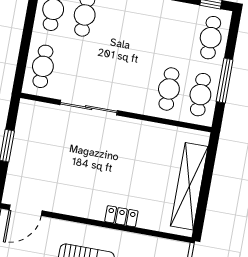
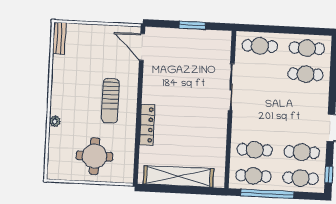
cafe table: (179, 32) -> (302, 152), added
window: (225, 81) -> (267, 194), width x1.46
locker: (121, 216) -> (147, 125), width x1.53

